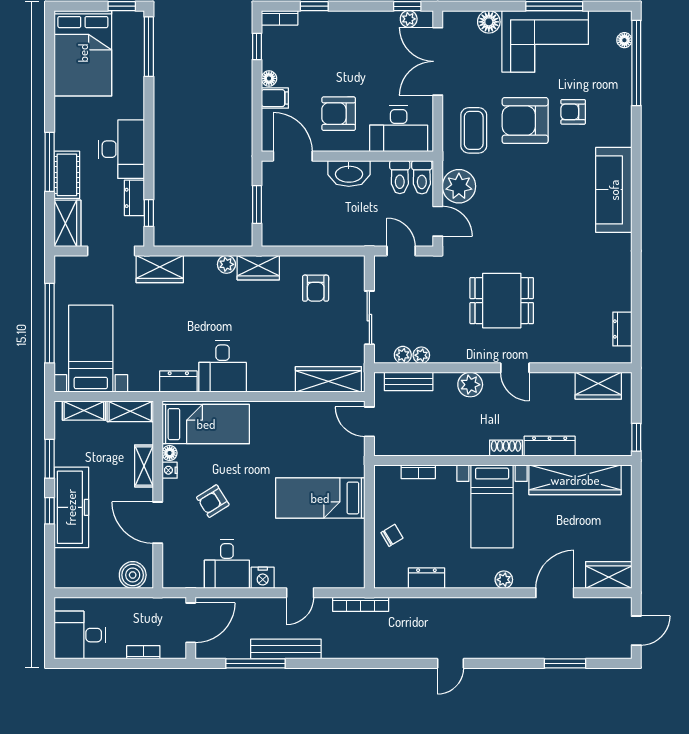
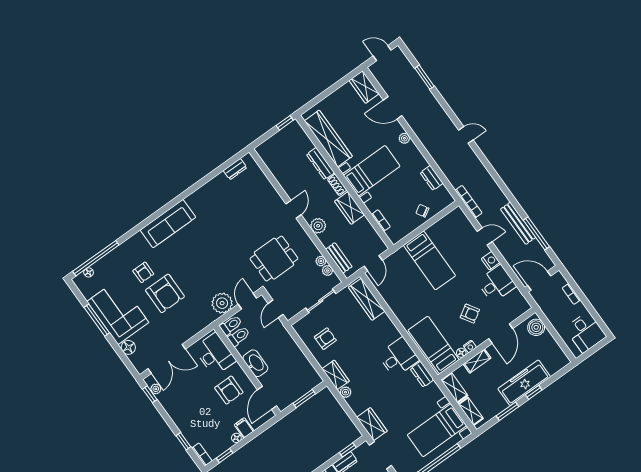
coffee table: (474, 130) -> (189, 316), removed
dining table: (502, 301) -> (274, 259), moved, turned 90
wardrobe: (598, 386) -> (350, 208), moved, turned 180

